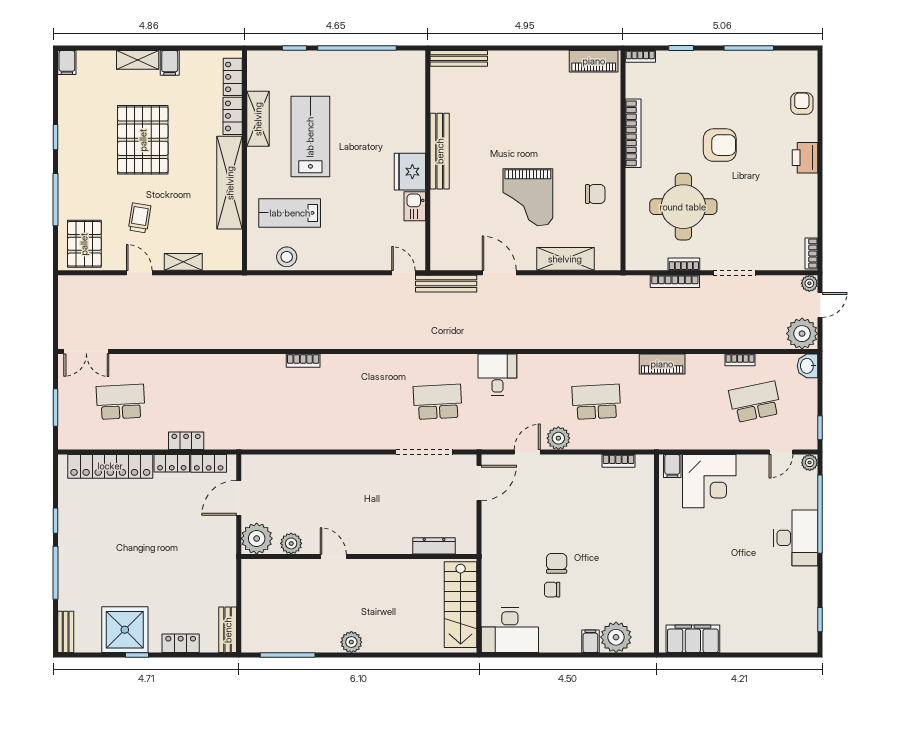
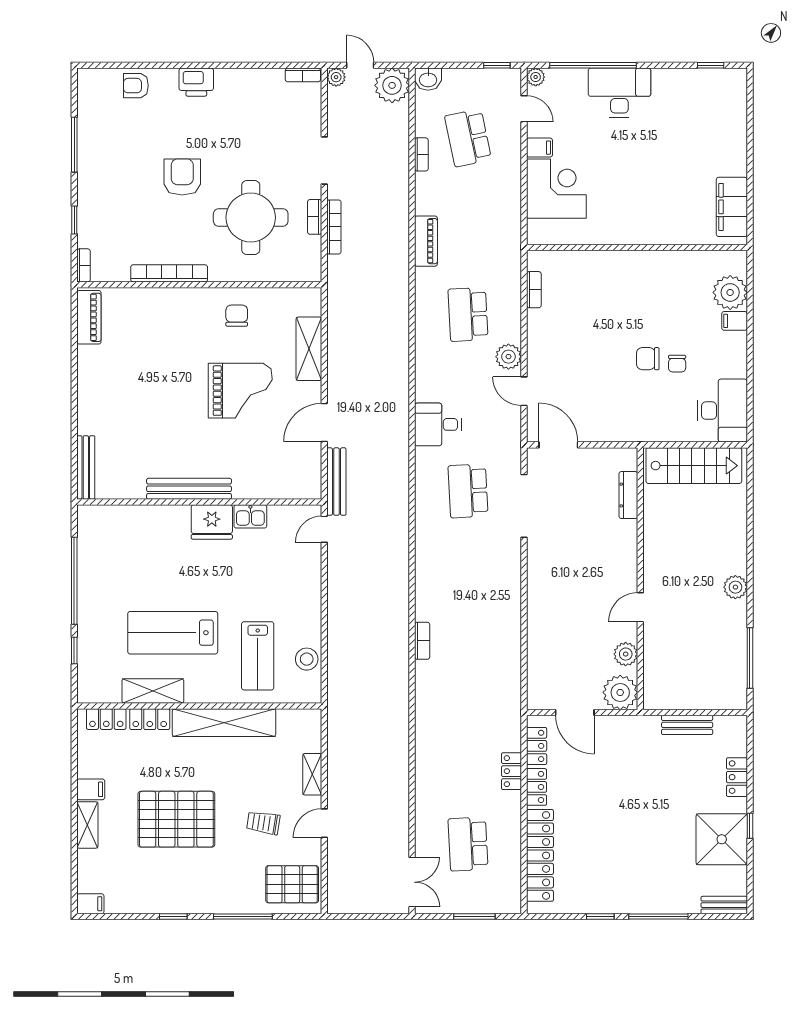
filing cabinet: (672, 466) -> (539, 148), moved
bench: (228, 630) -> (687, 725), moved

